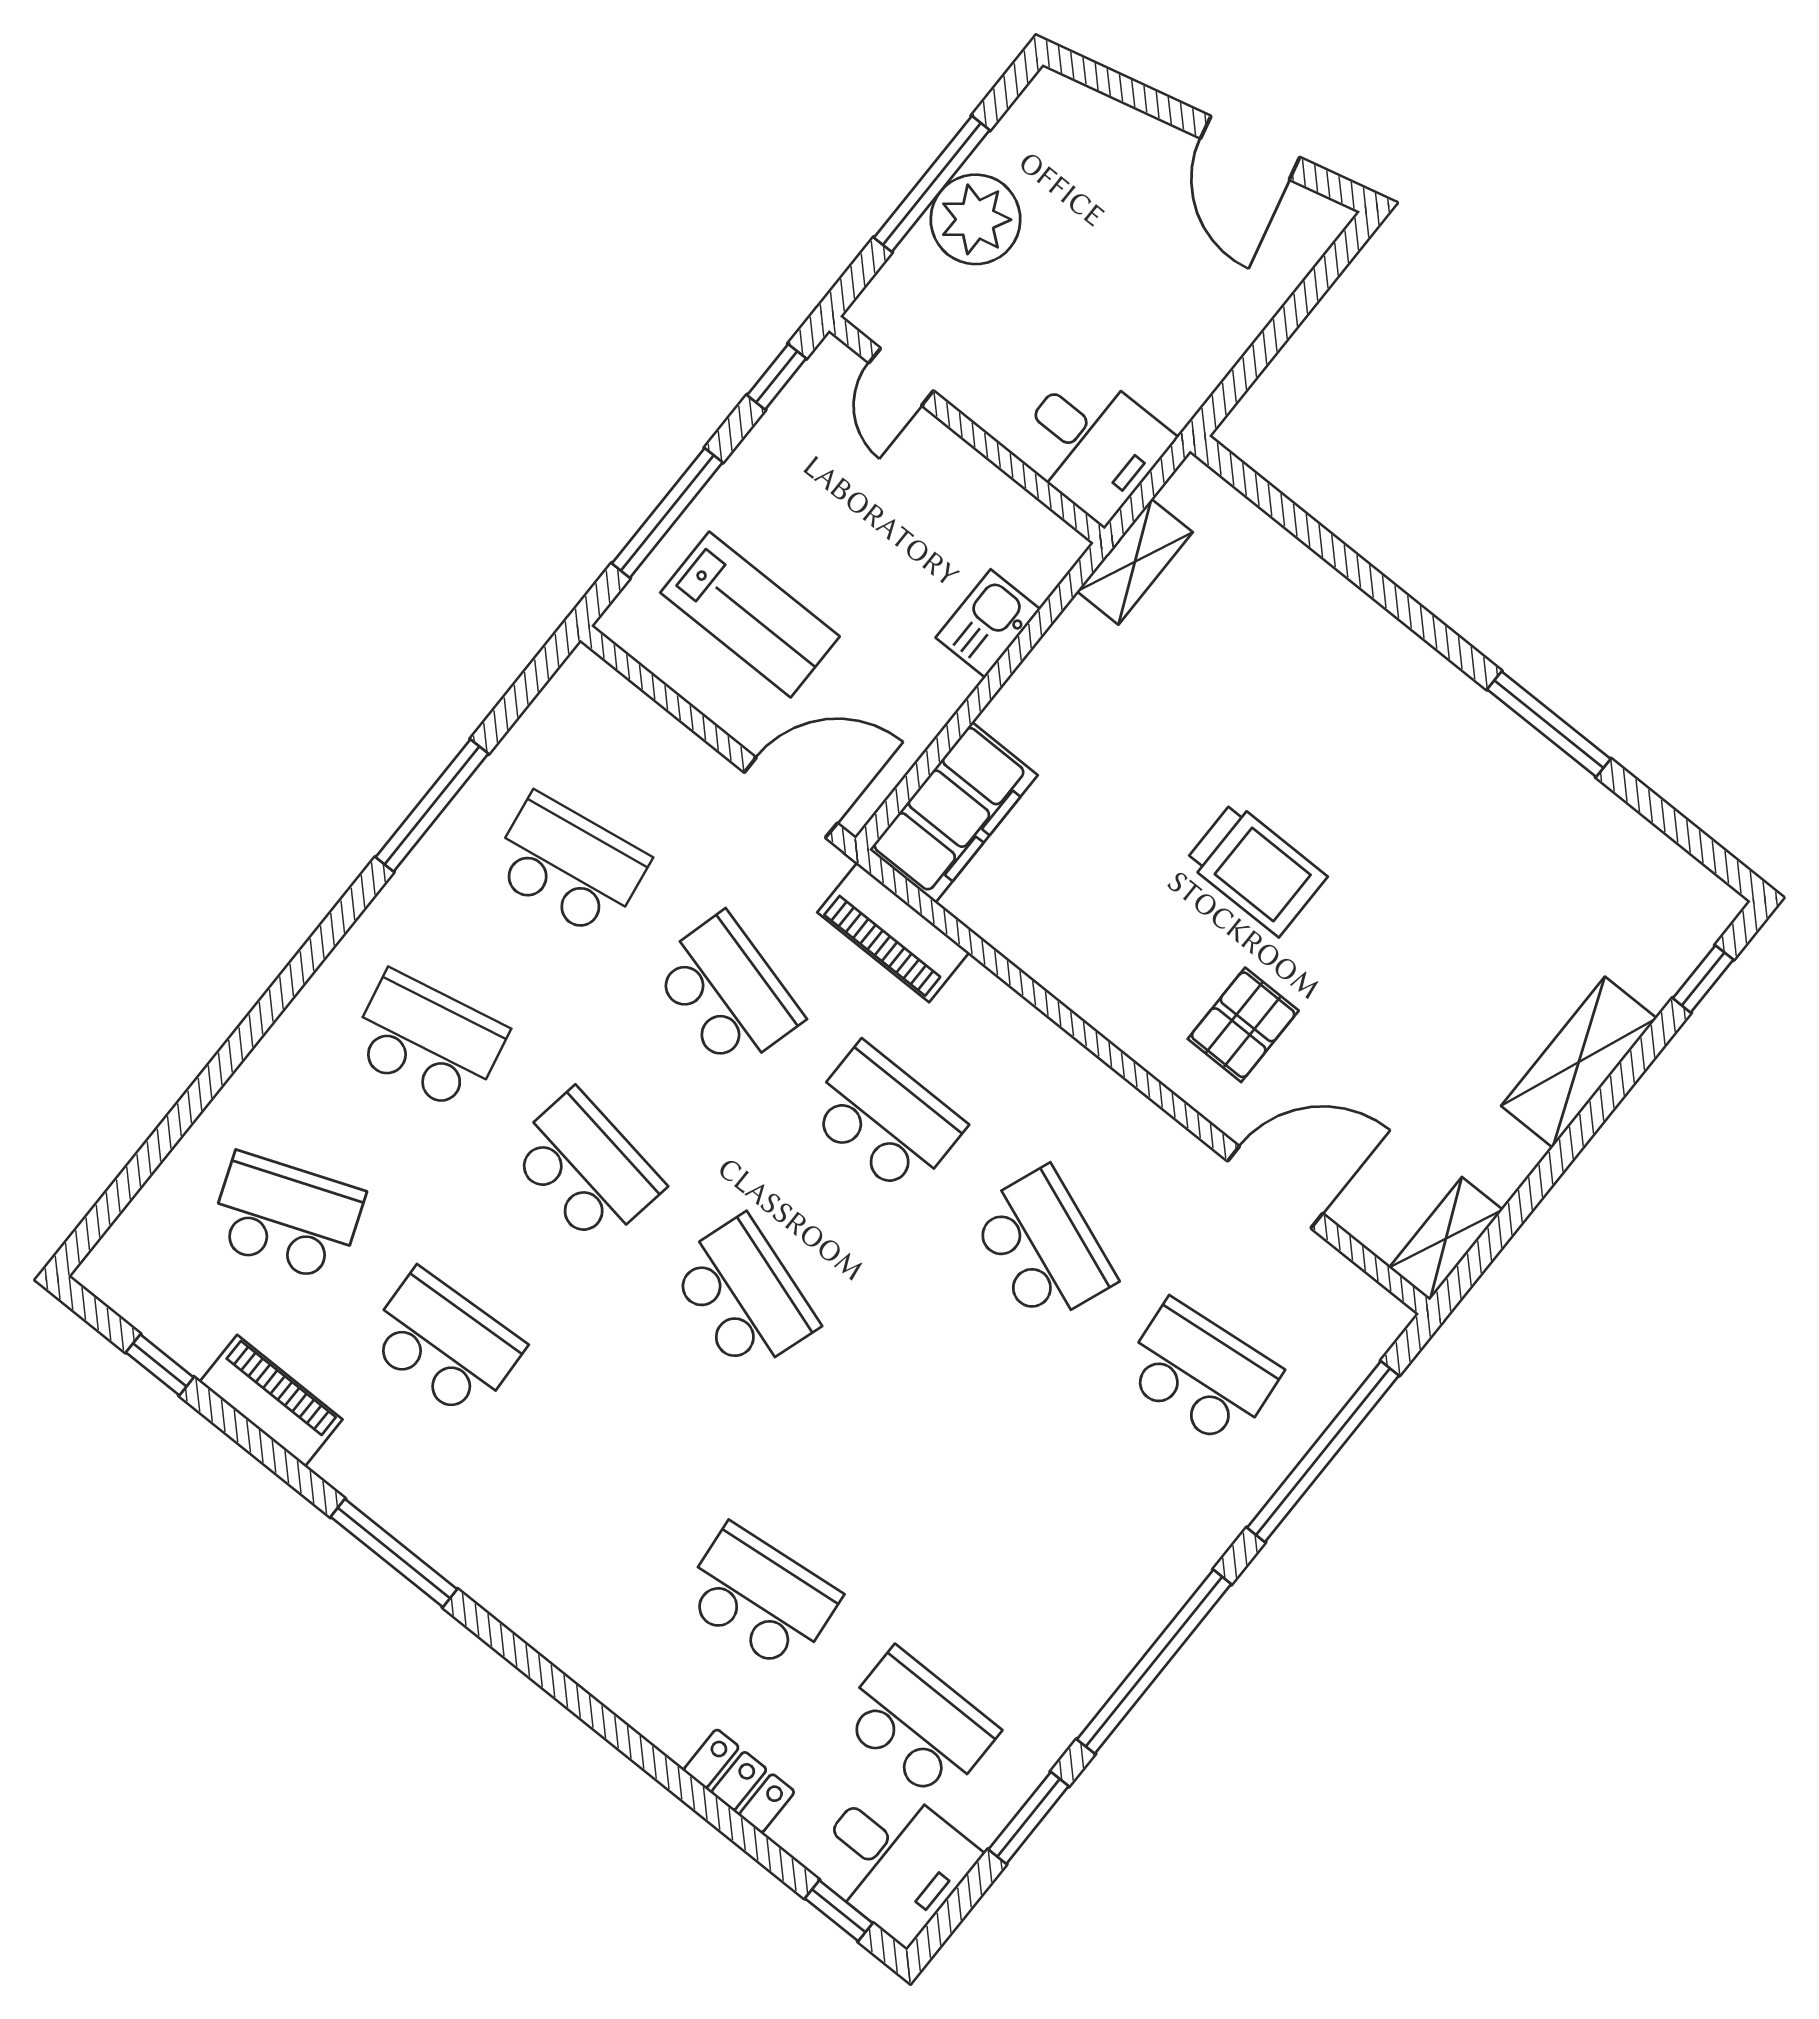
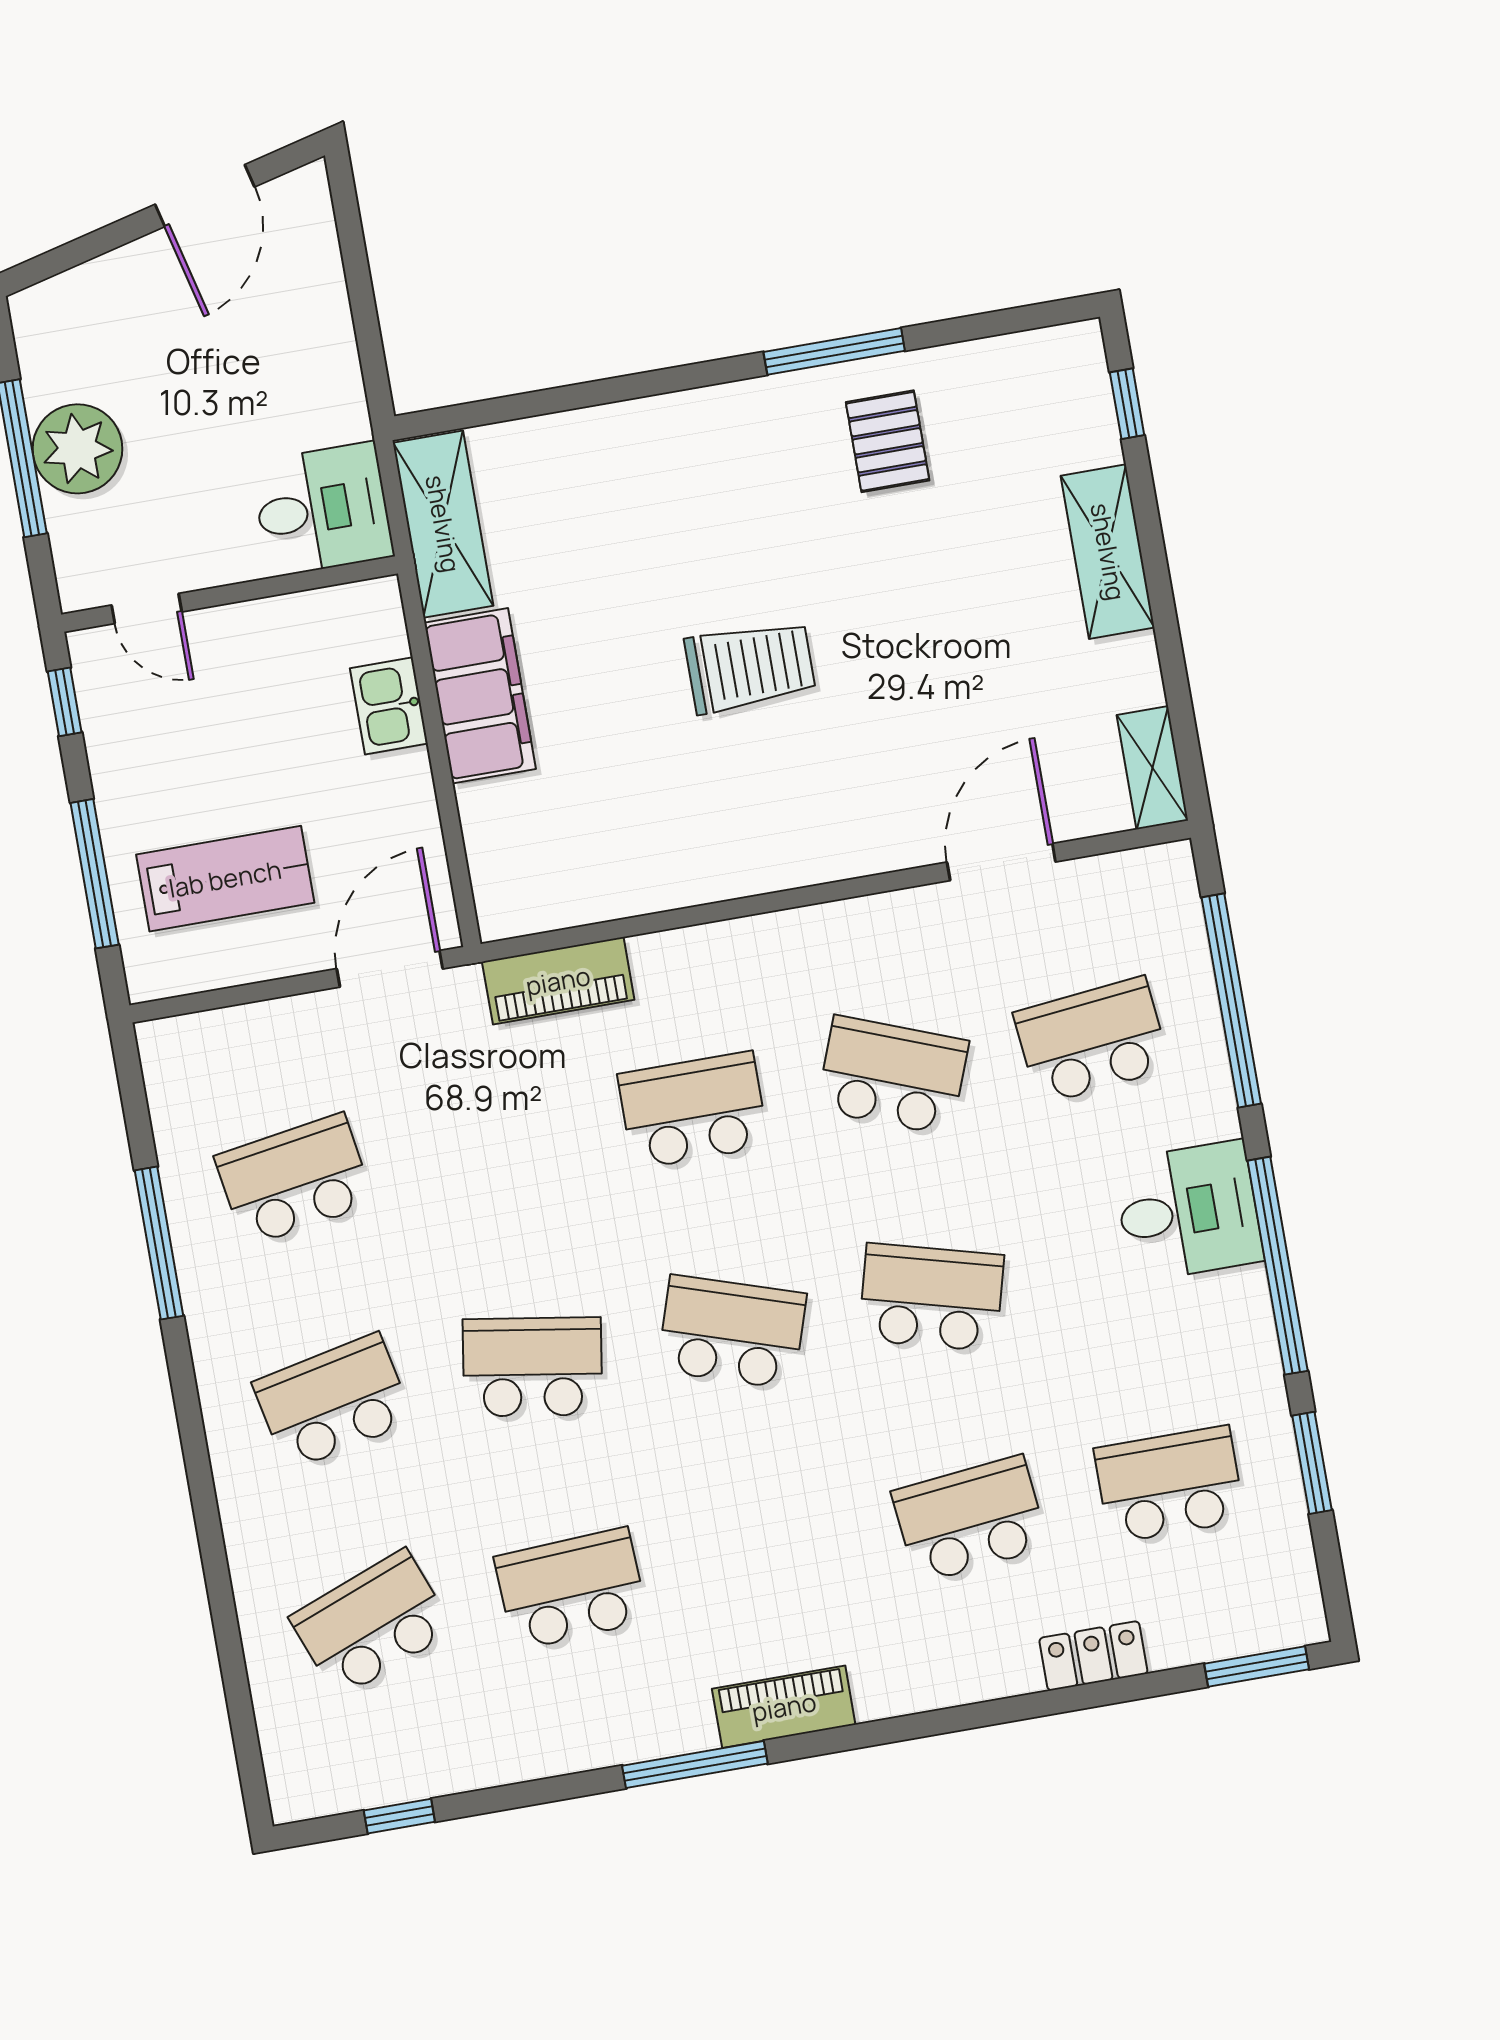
door: (1250, 148) -> (205, 196), hinge flipped
shelving: (1135, 562) -> (443, 524), width x1.50, depth x1.33
filing cabinet: (954, 812) -> (480, 696), moved
school desk: (727, 992) -> (931, 1297), moved
pallet: (1243, 1025) -> (888, 441), moved
piano: (271, 1401) -> (784, 1707), moved
desk: (894, 1860) -> (1188, 1211), moved
window: (839, 1911) -> (1257, 1667), width x1.50

